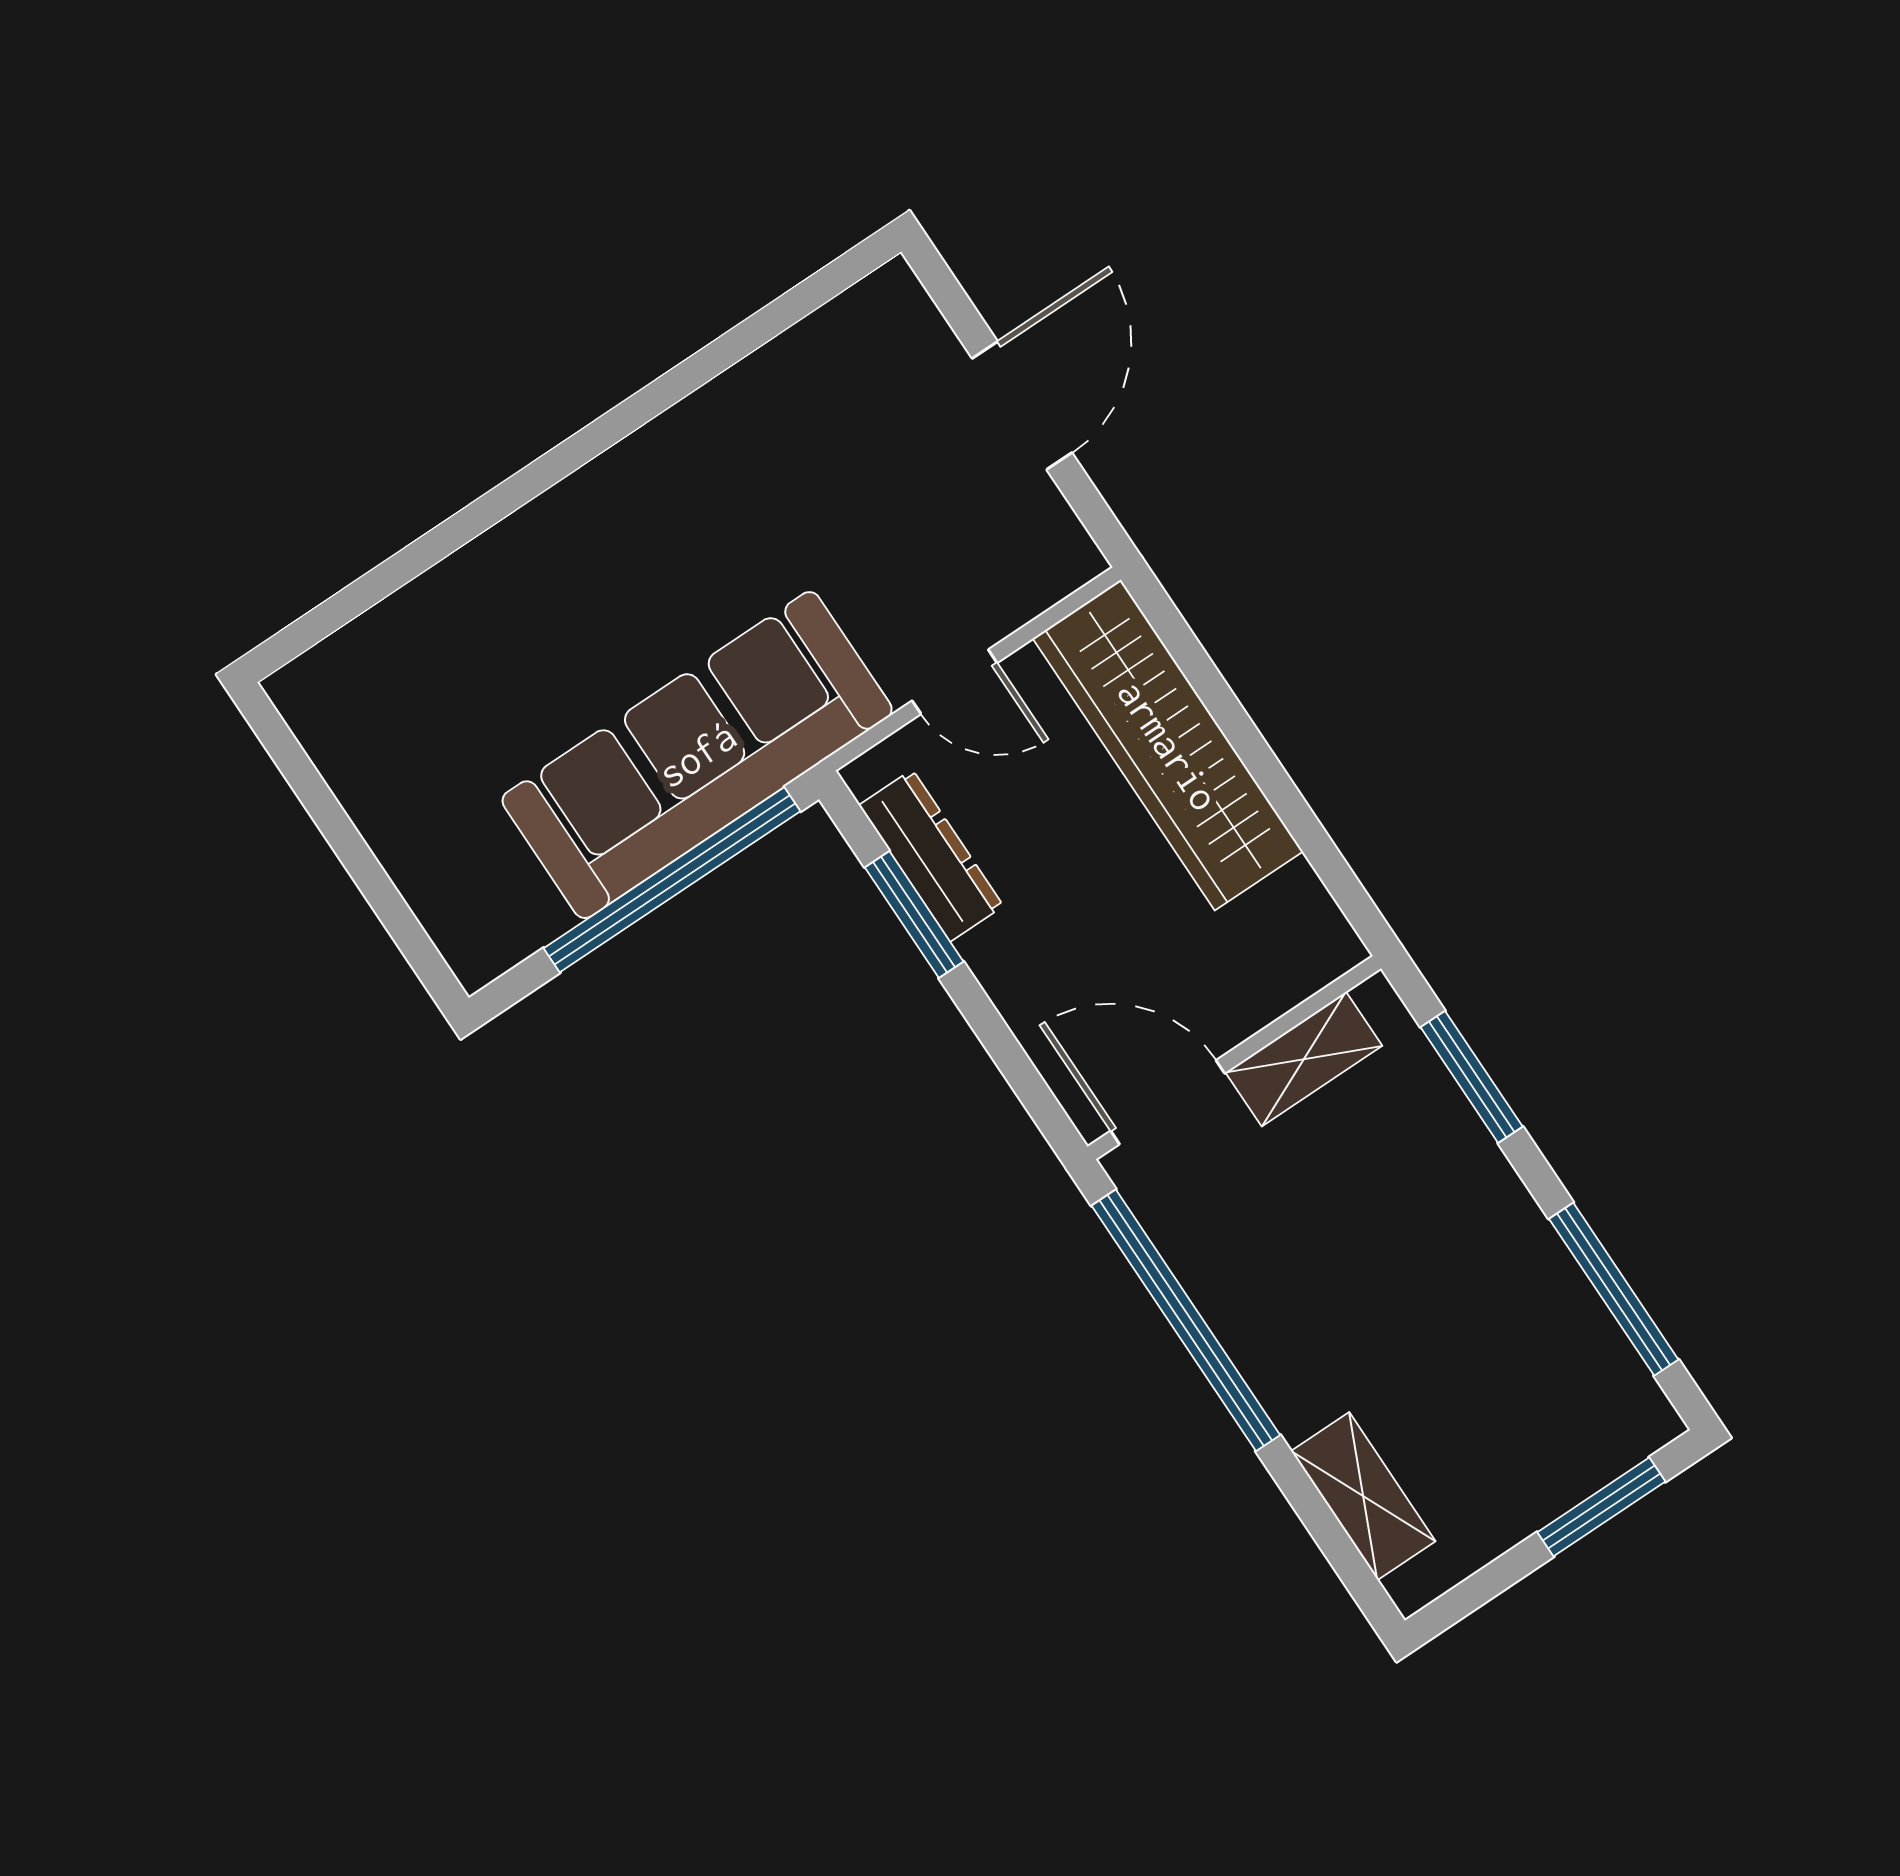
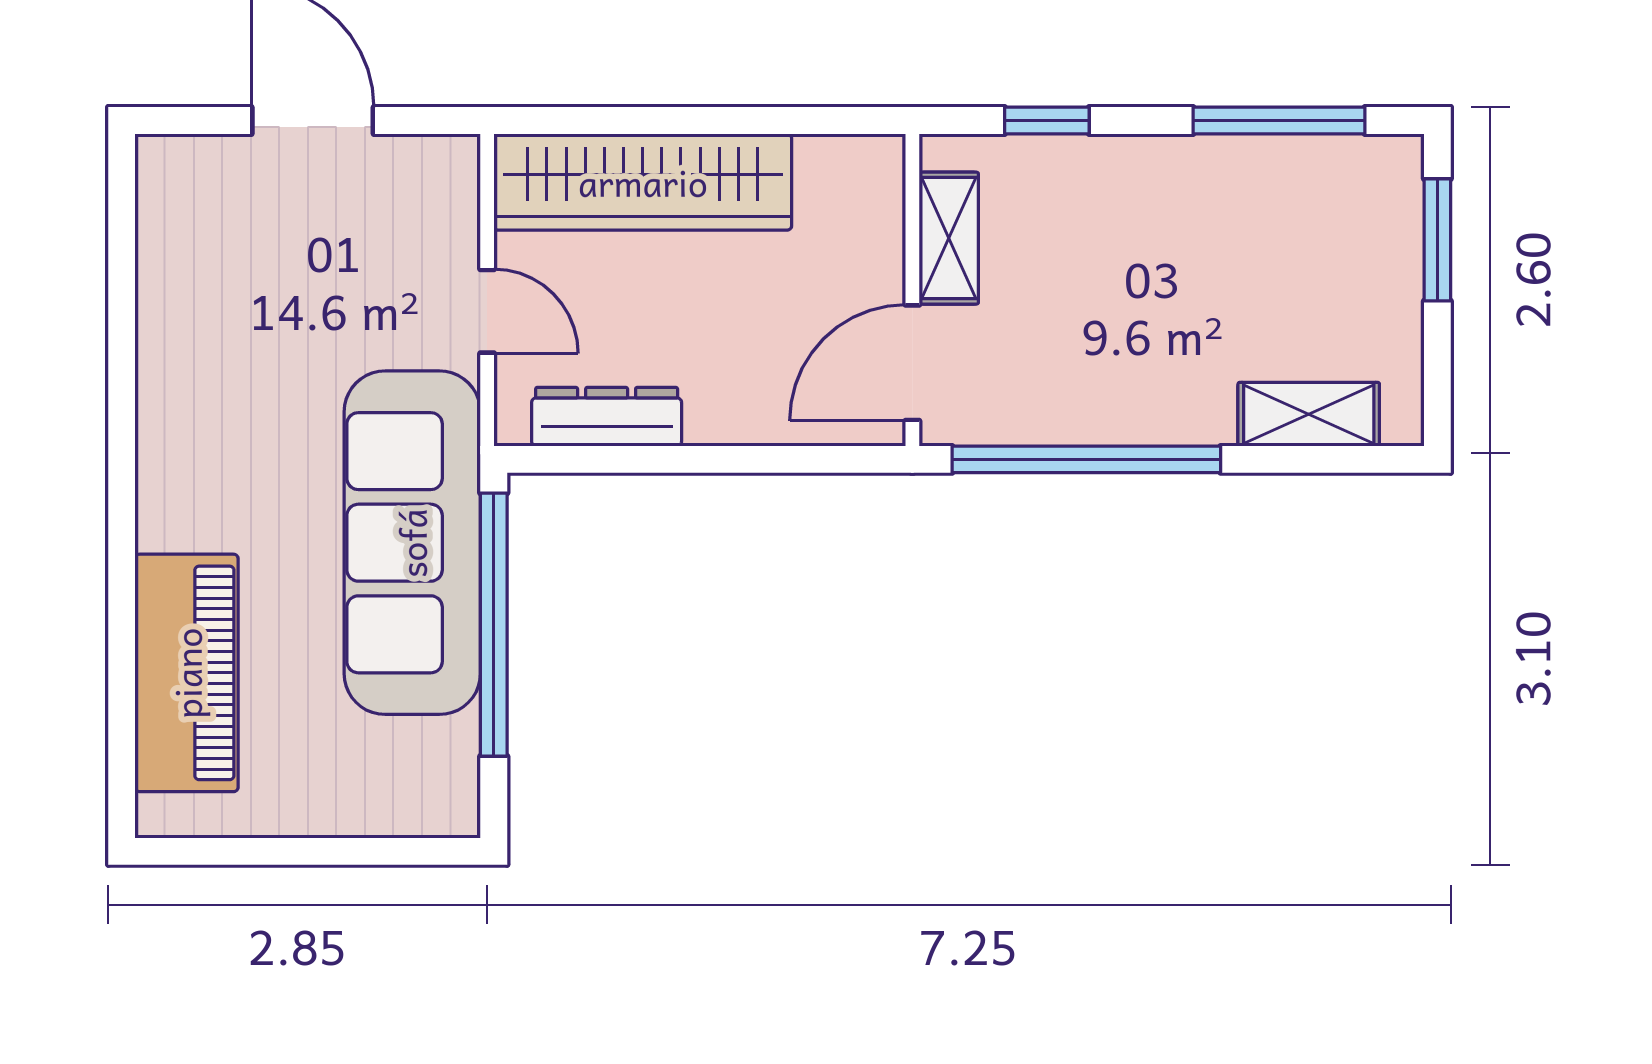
piano: (440, 628) -> (187, 673), added
door: (955, 682) -> (487, 311), hinge flipped
window: (914, 914) -> (642, 459), removed
window: (1472, 1077) -> (1047, 120), width x0.67

